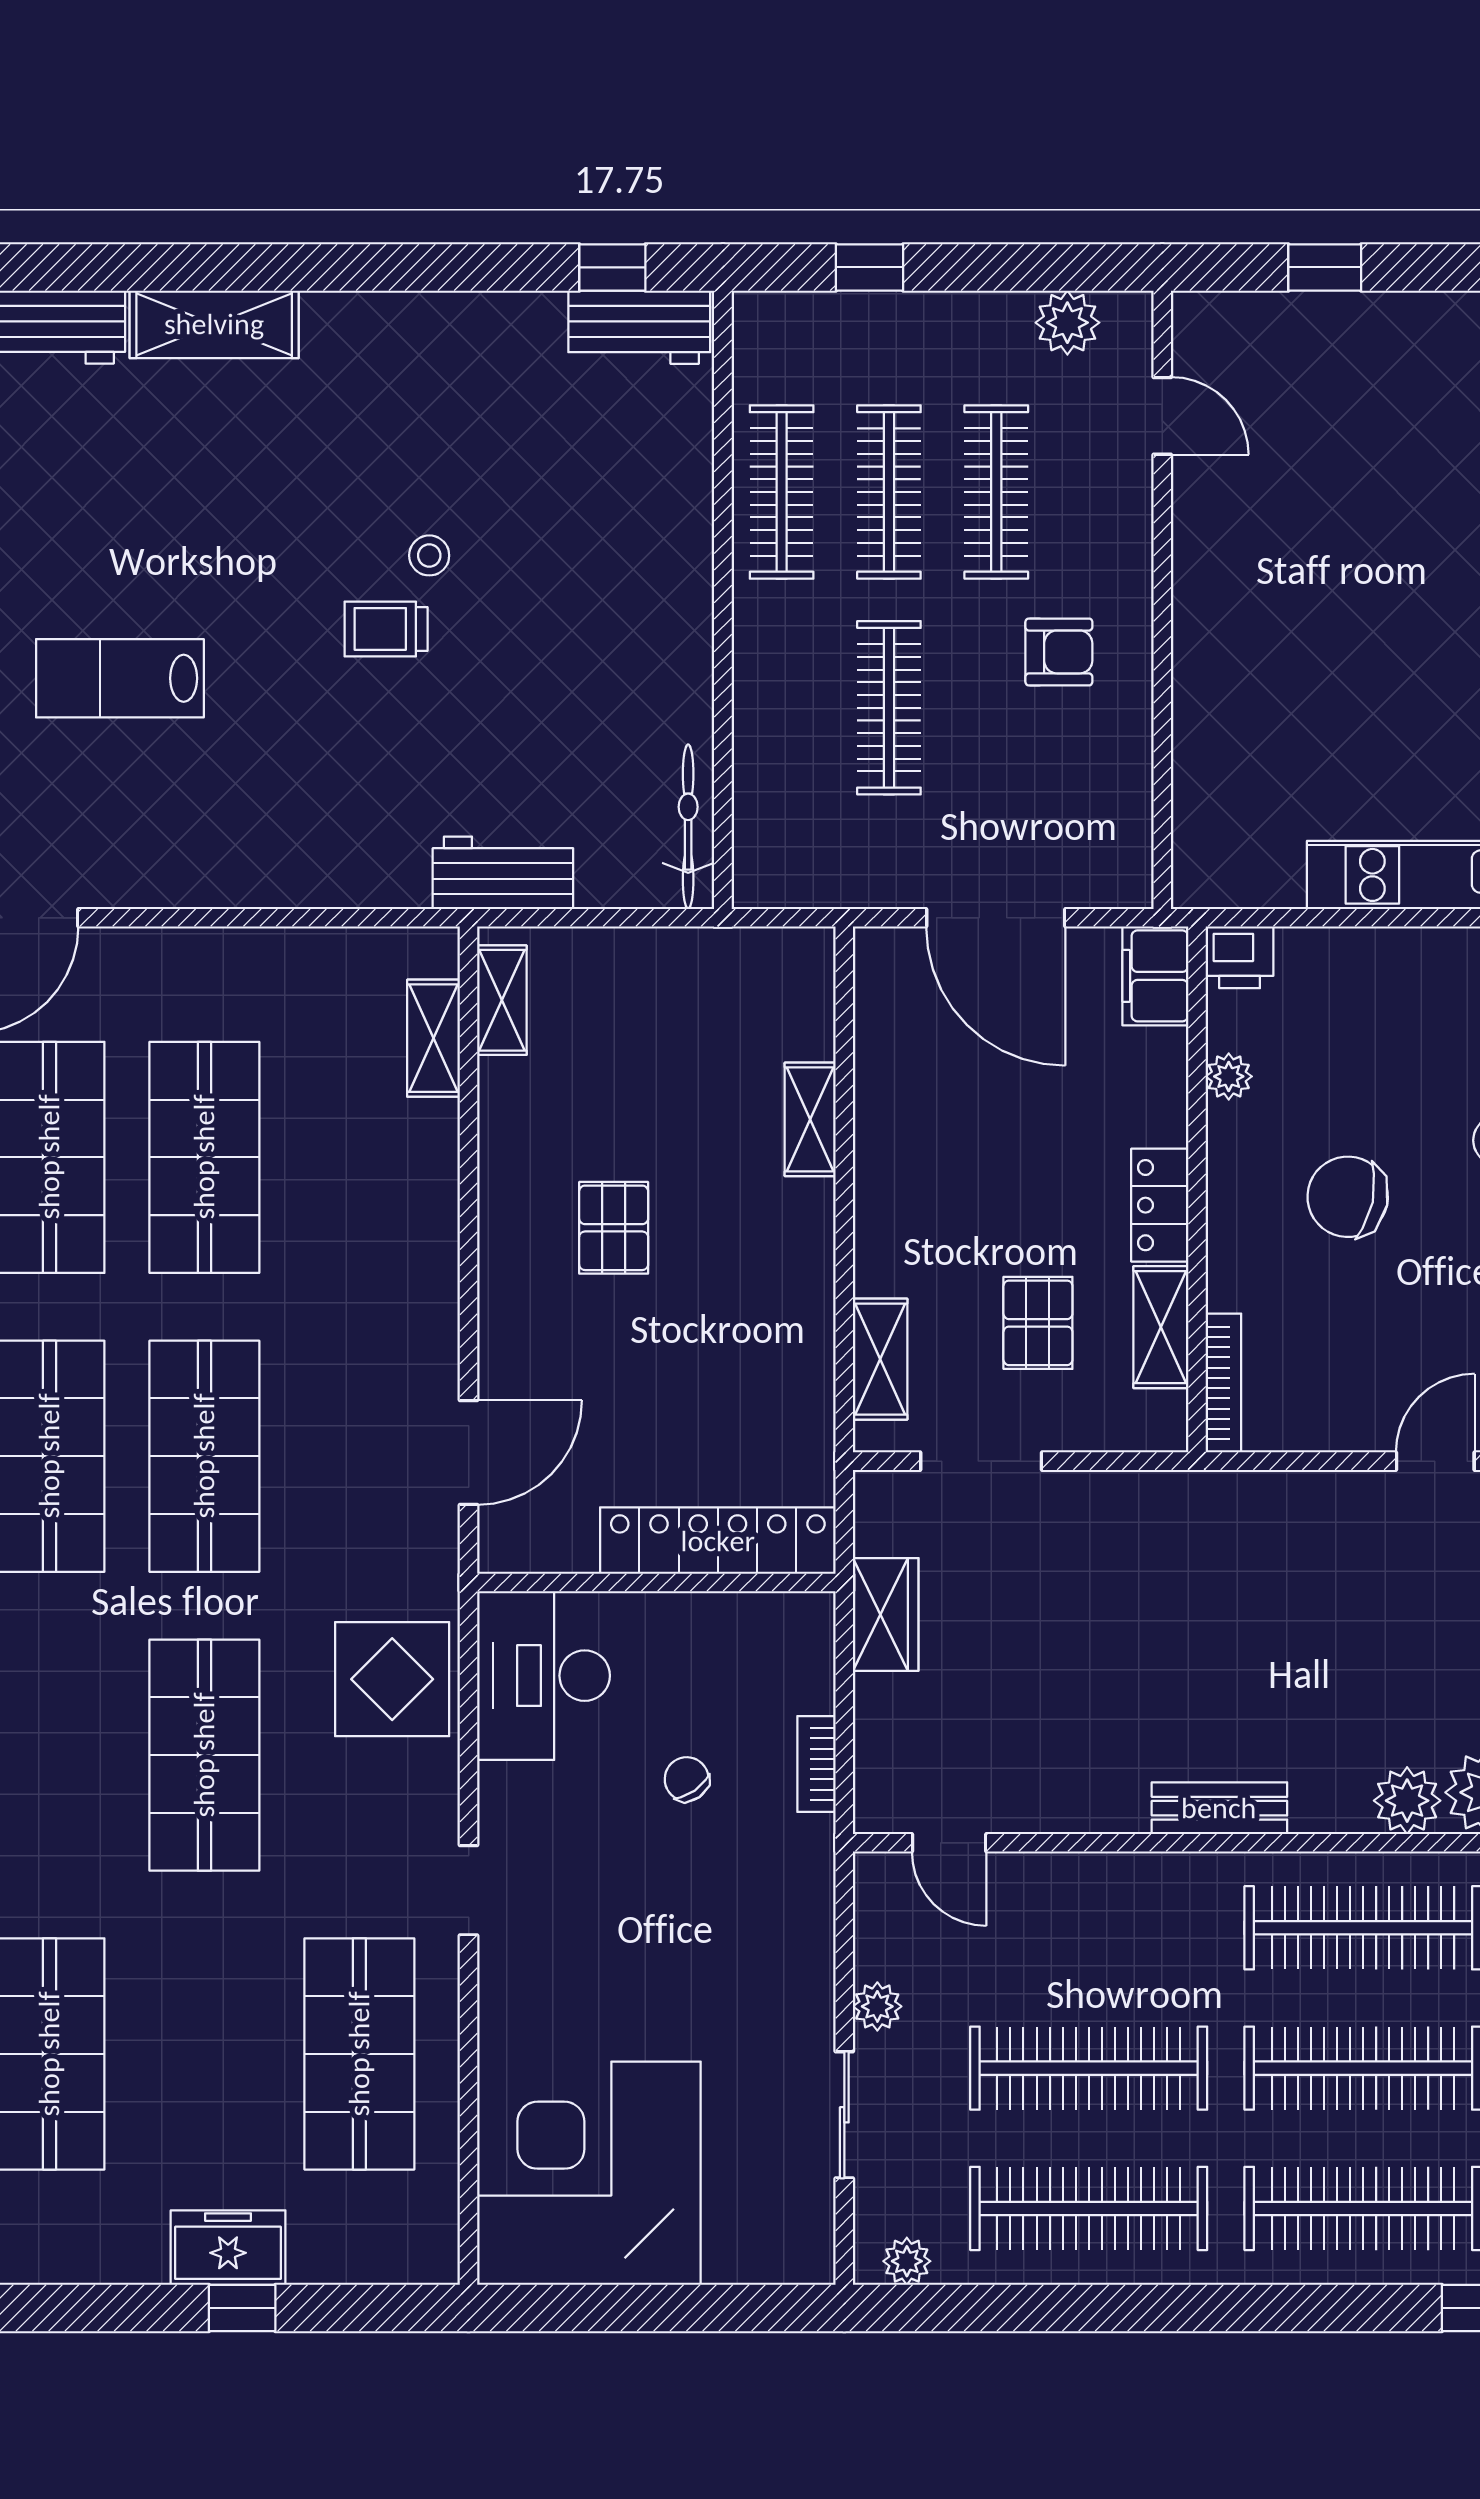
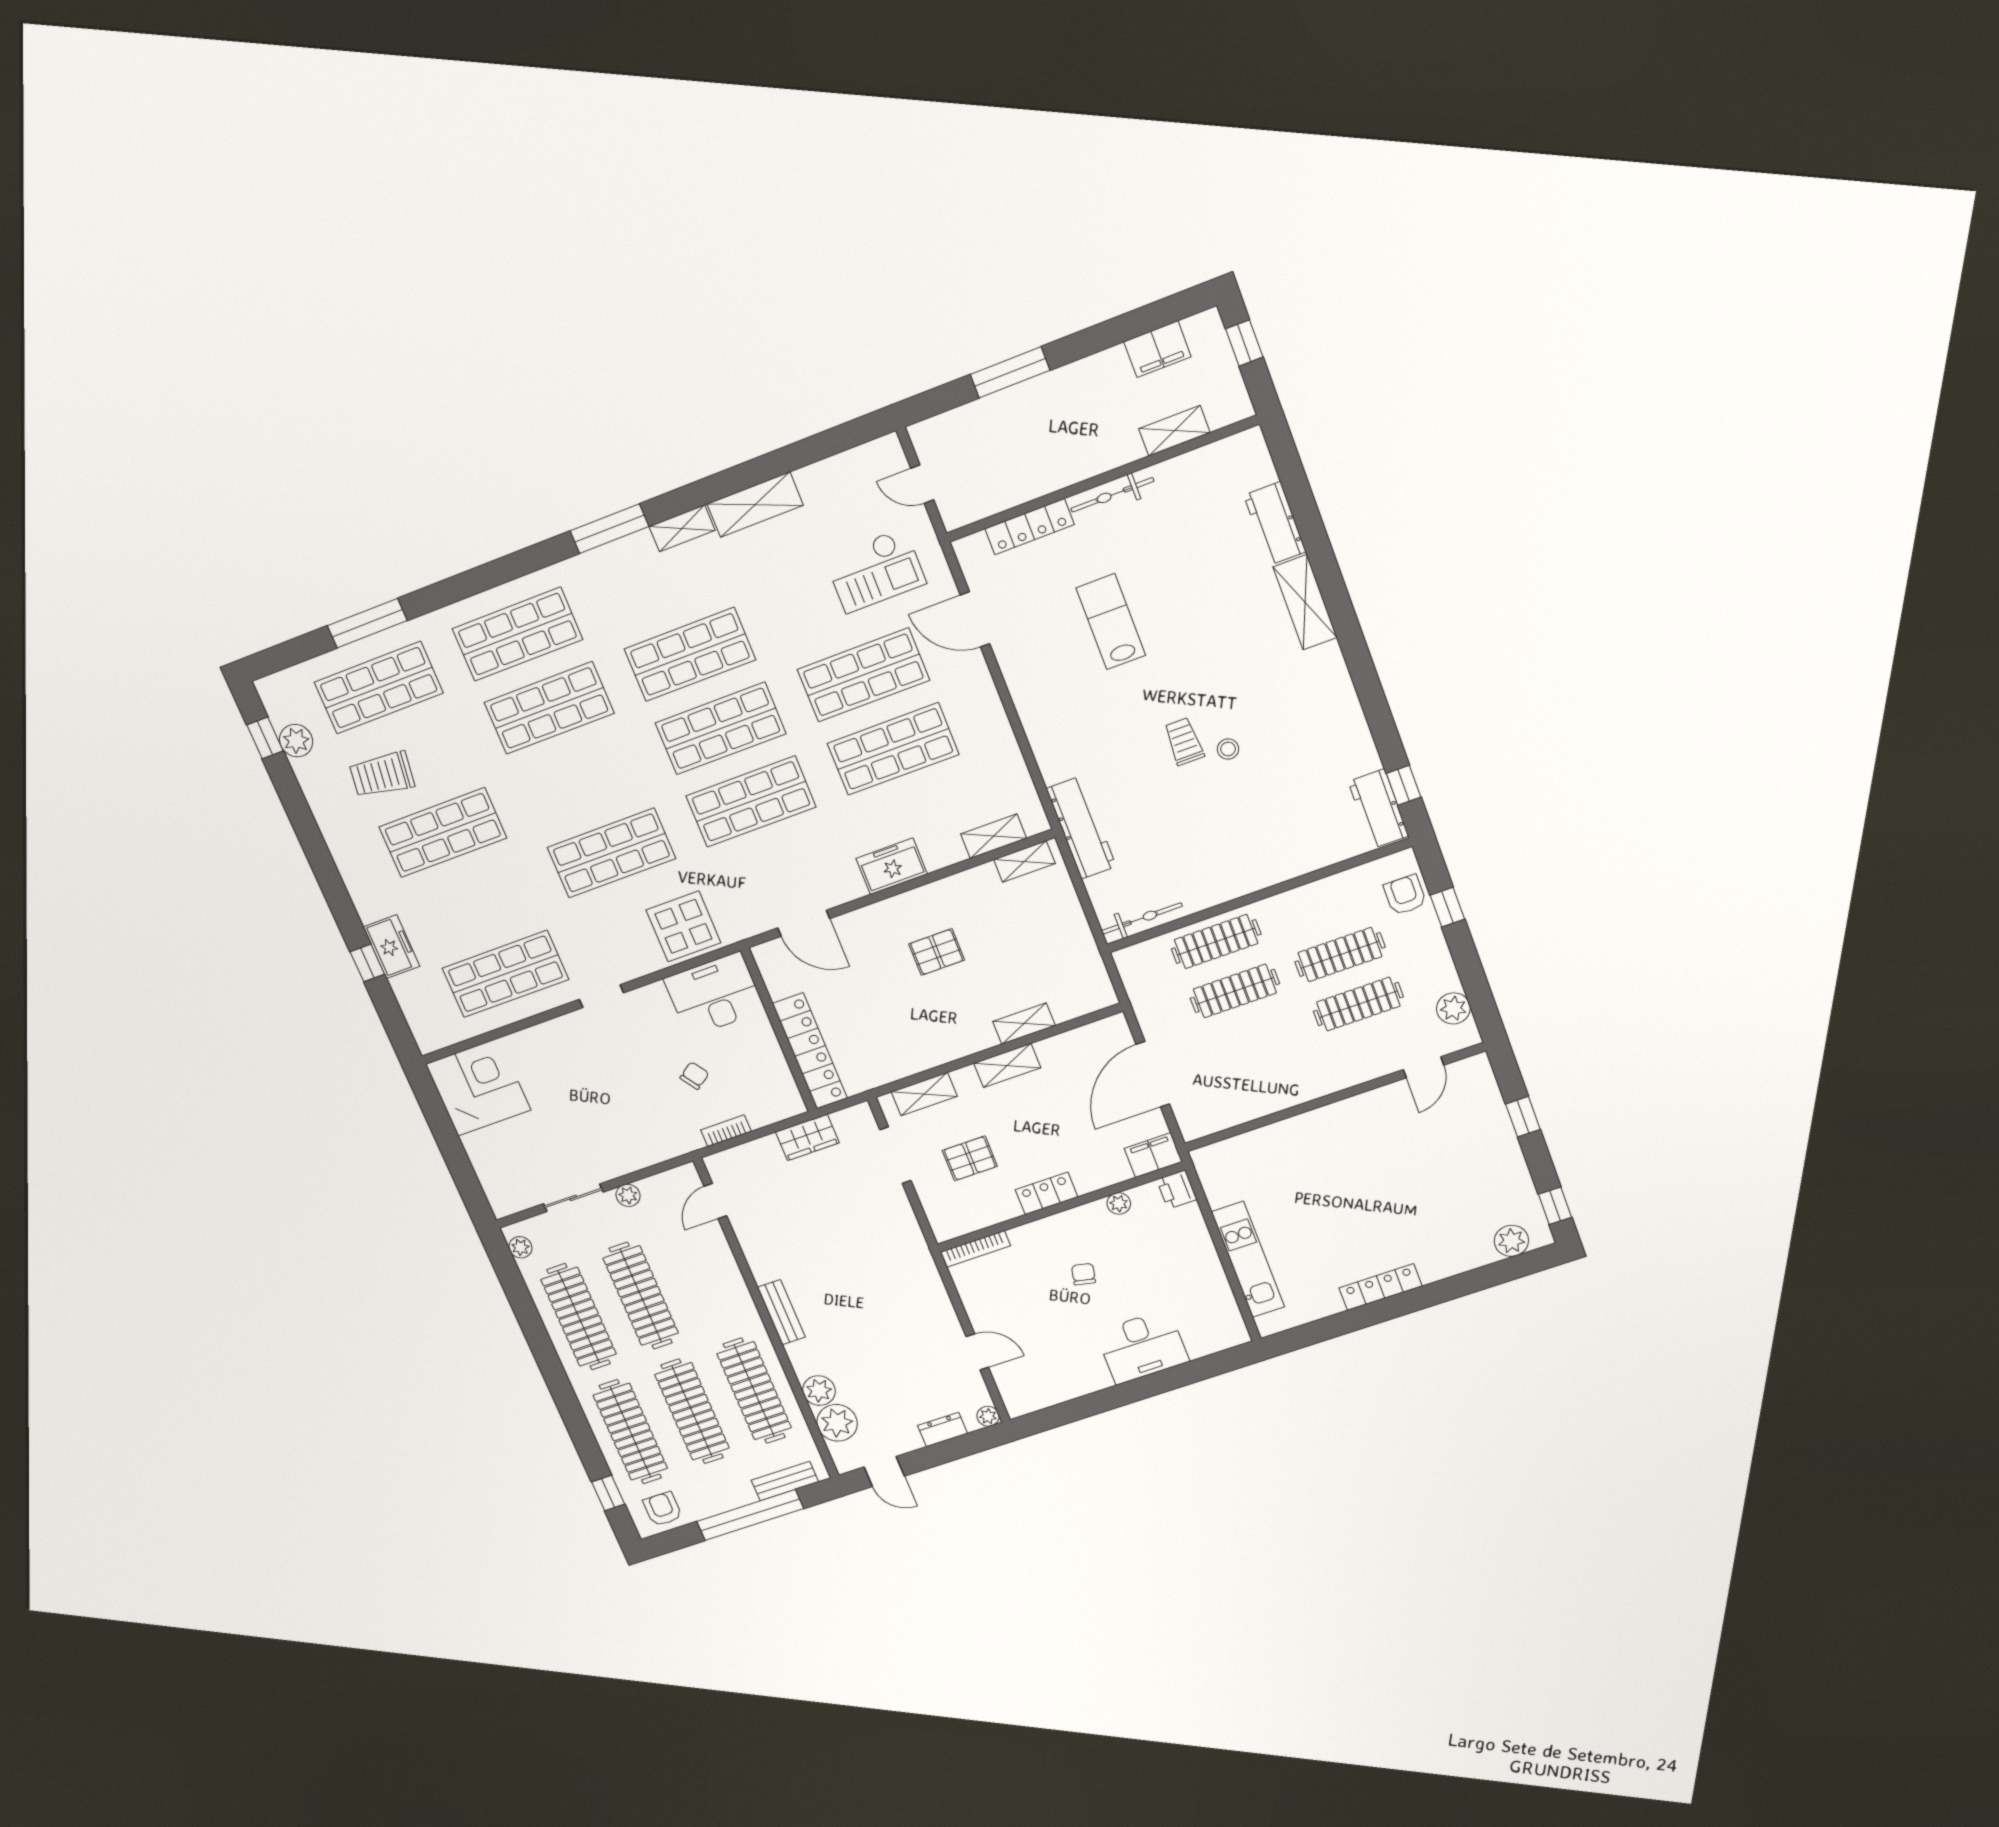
clothes rail: (782, 492) -> (1216, 942), moved
armchair: (1059, 652) -> (1405, 895), moved, turned 180
workbench: (503, 873) -> (1081, 828), width x1.38
chair: (1348, 1197) -> (1083, 1274), width x0.54, depth x0.54
freezer: (421, 1247) -> (892, 866), added
shelving: (1161, 1327) -> (1007, 1065), moved
corner desk: (589, 2173) -> (478, 1087), width x0.74, depth x0.74

